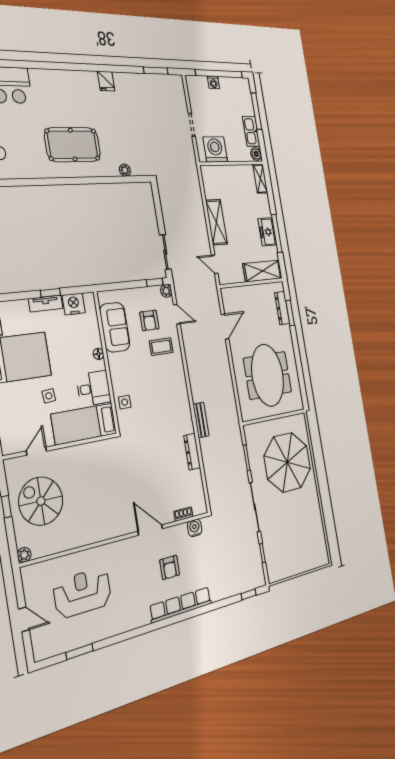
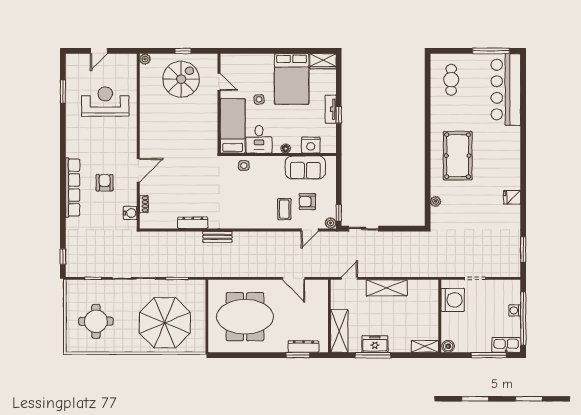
kitchen sink: (251, 131) -> (506, 345), moved
nightstand: (74, 304) -> (311, 145), moved, turned 90
round table: (299, 539) -> (96, 321), added
armchair: (170, 567) -> (105, 183), turned 90
reception desk: (82, 593) -> (105, 102), turned -90

